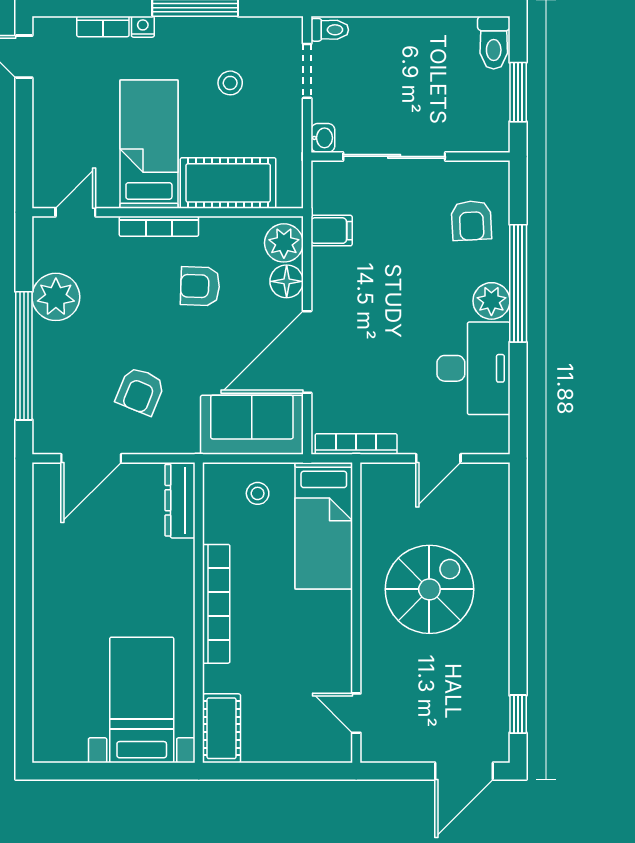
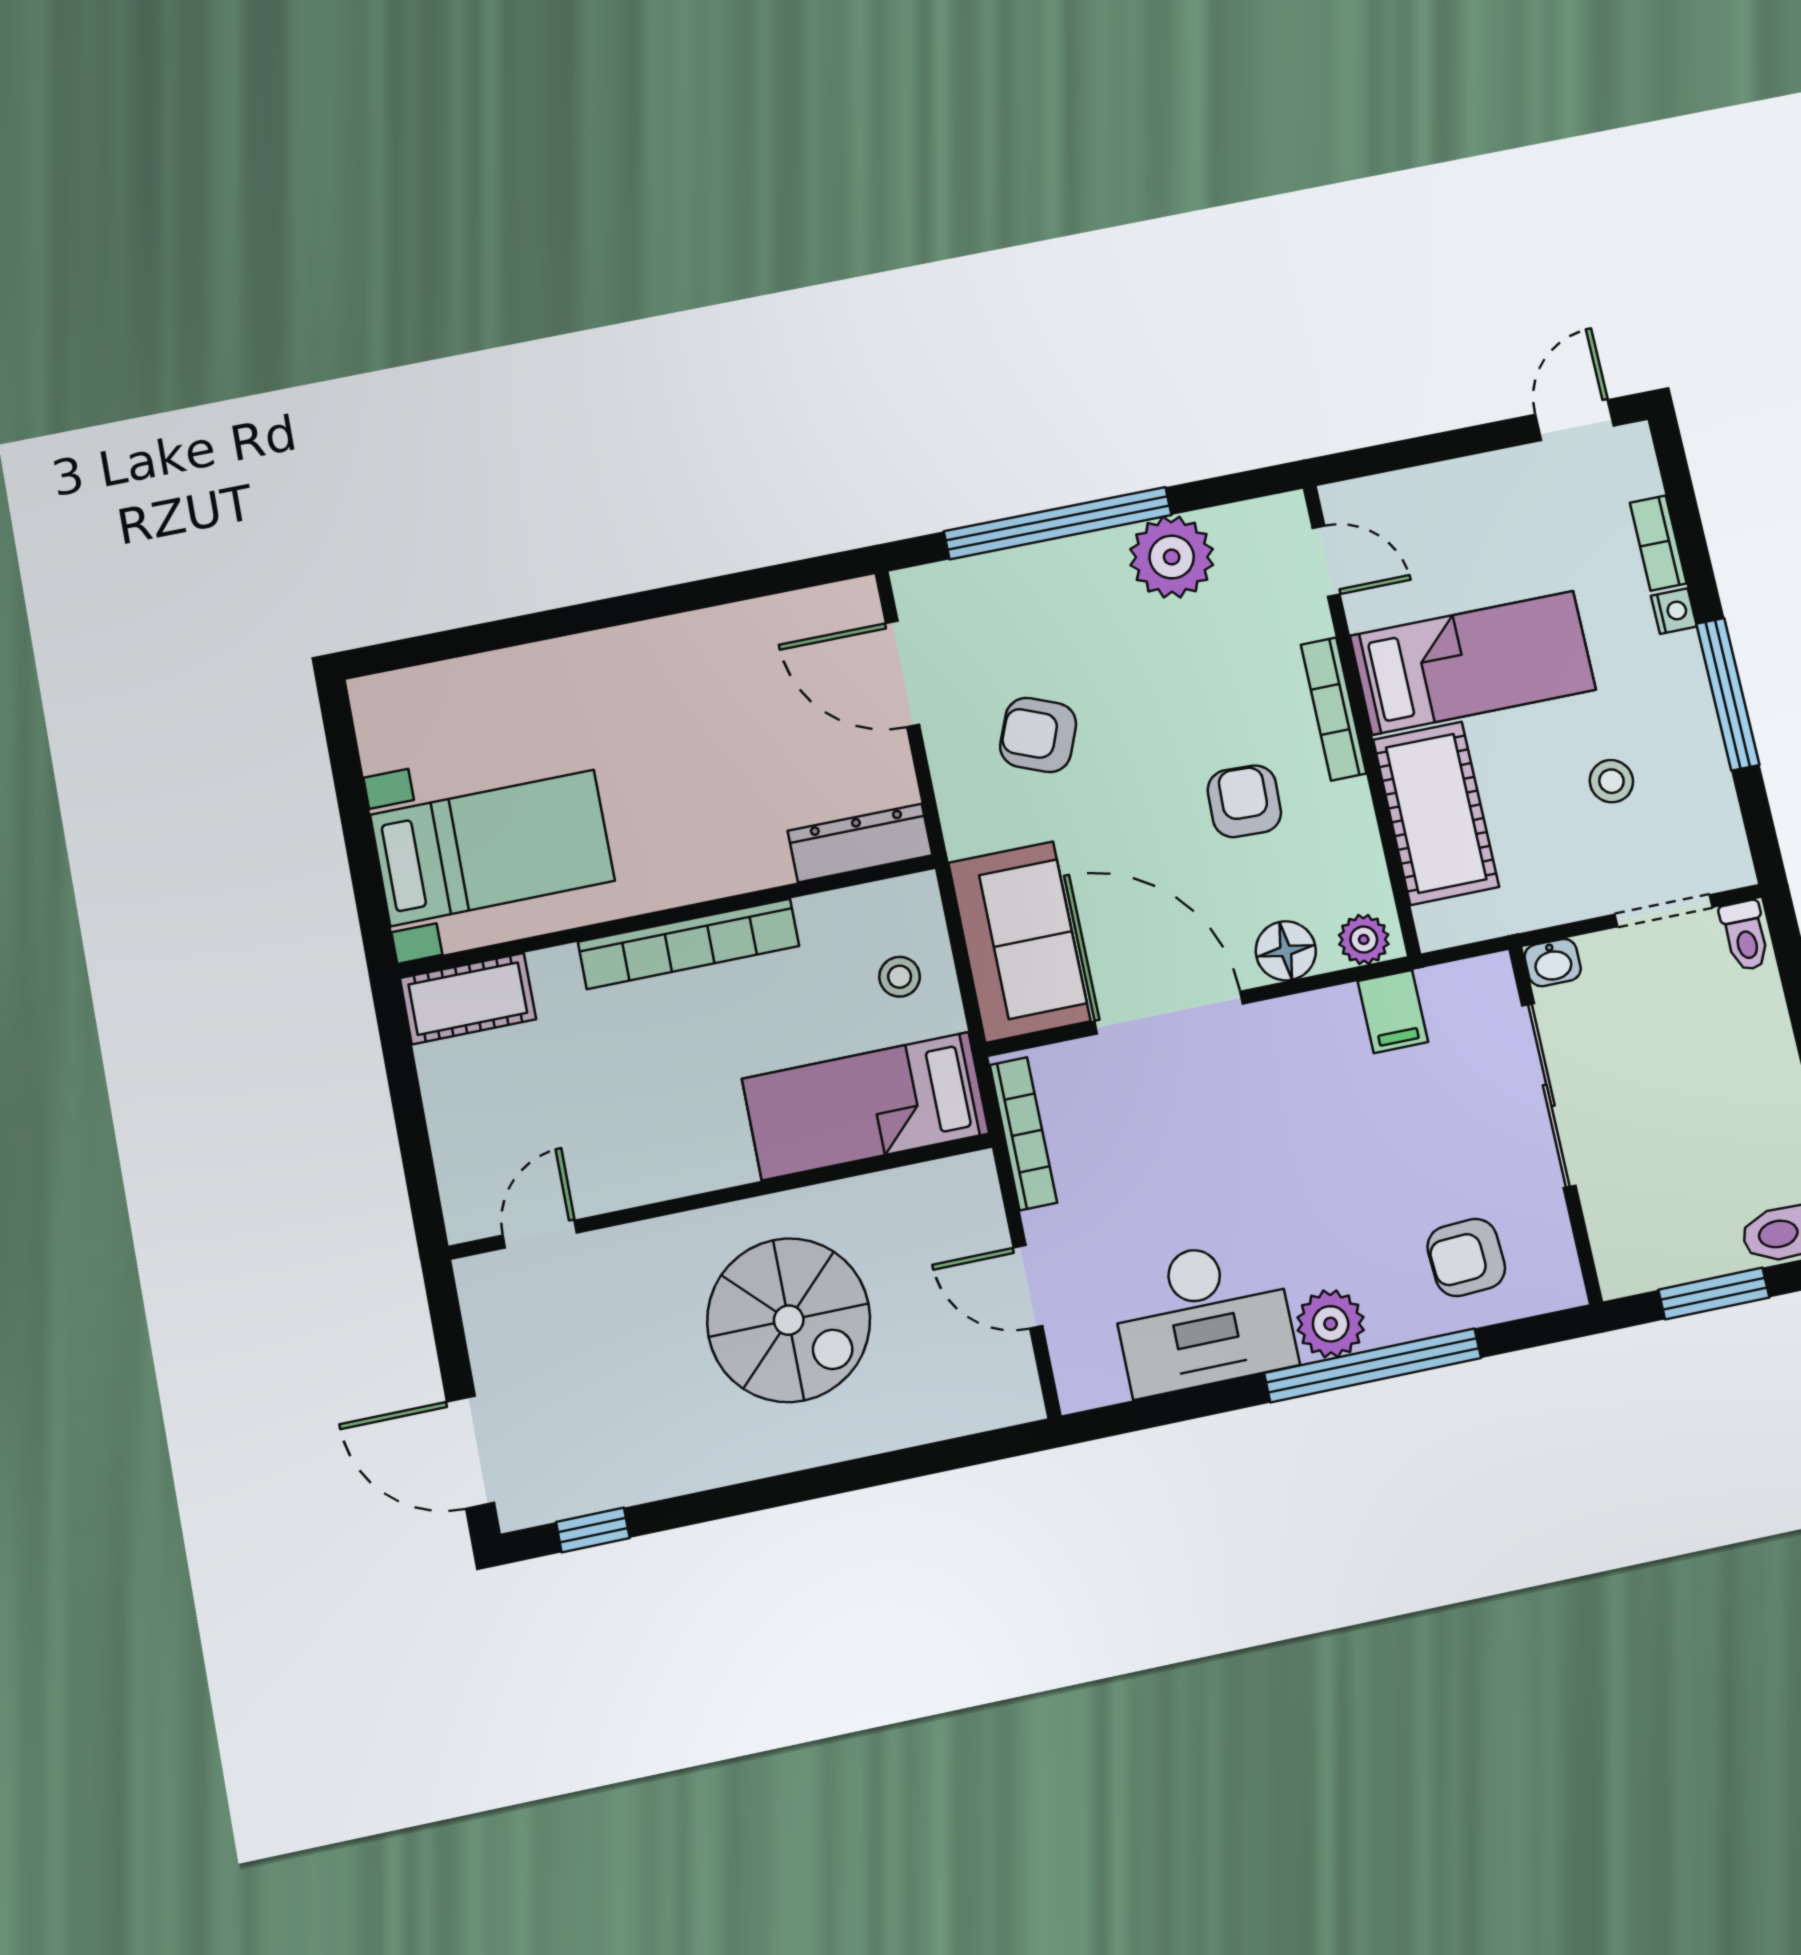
plant: (284, 243) -> (1364, 940), width x0.73, depth x0.73

